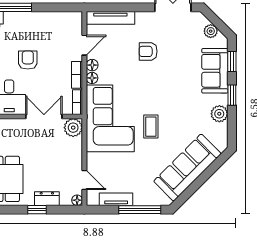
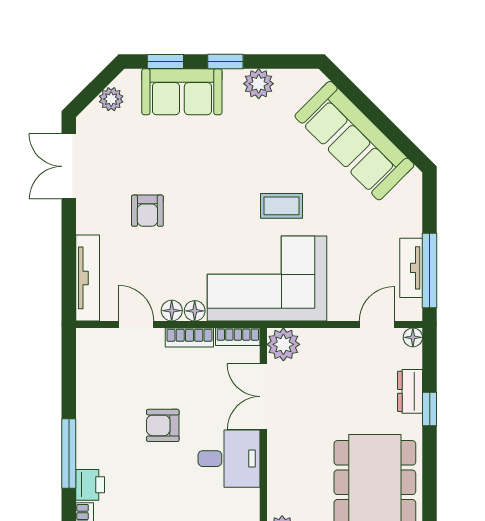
window: (140, 210) -> (430, 270), moved

